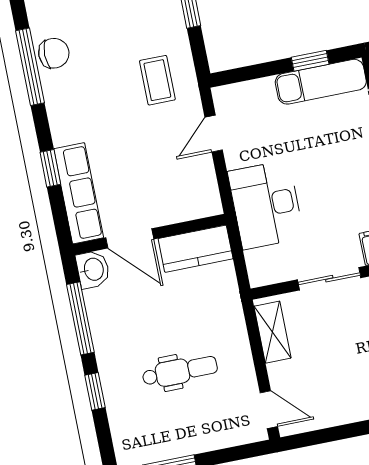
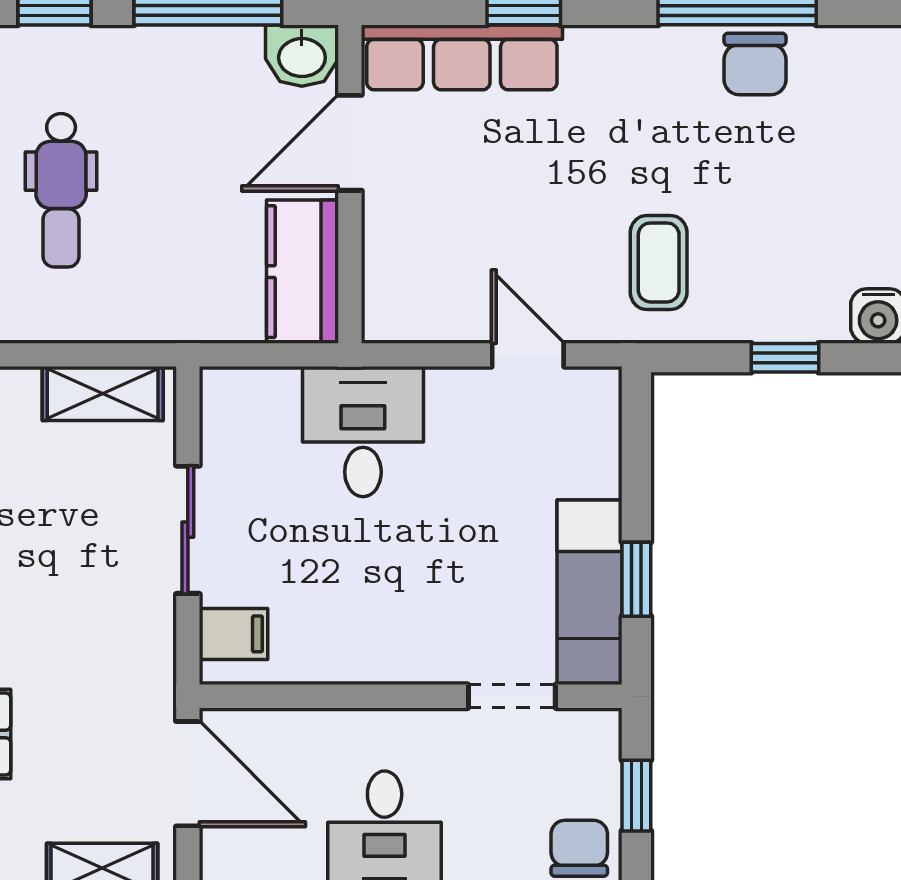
coffee table: (157, 80) -> (659, 262), turned 90
desk: (266, 205) -> (363, 432), width x0.73

